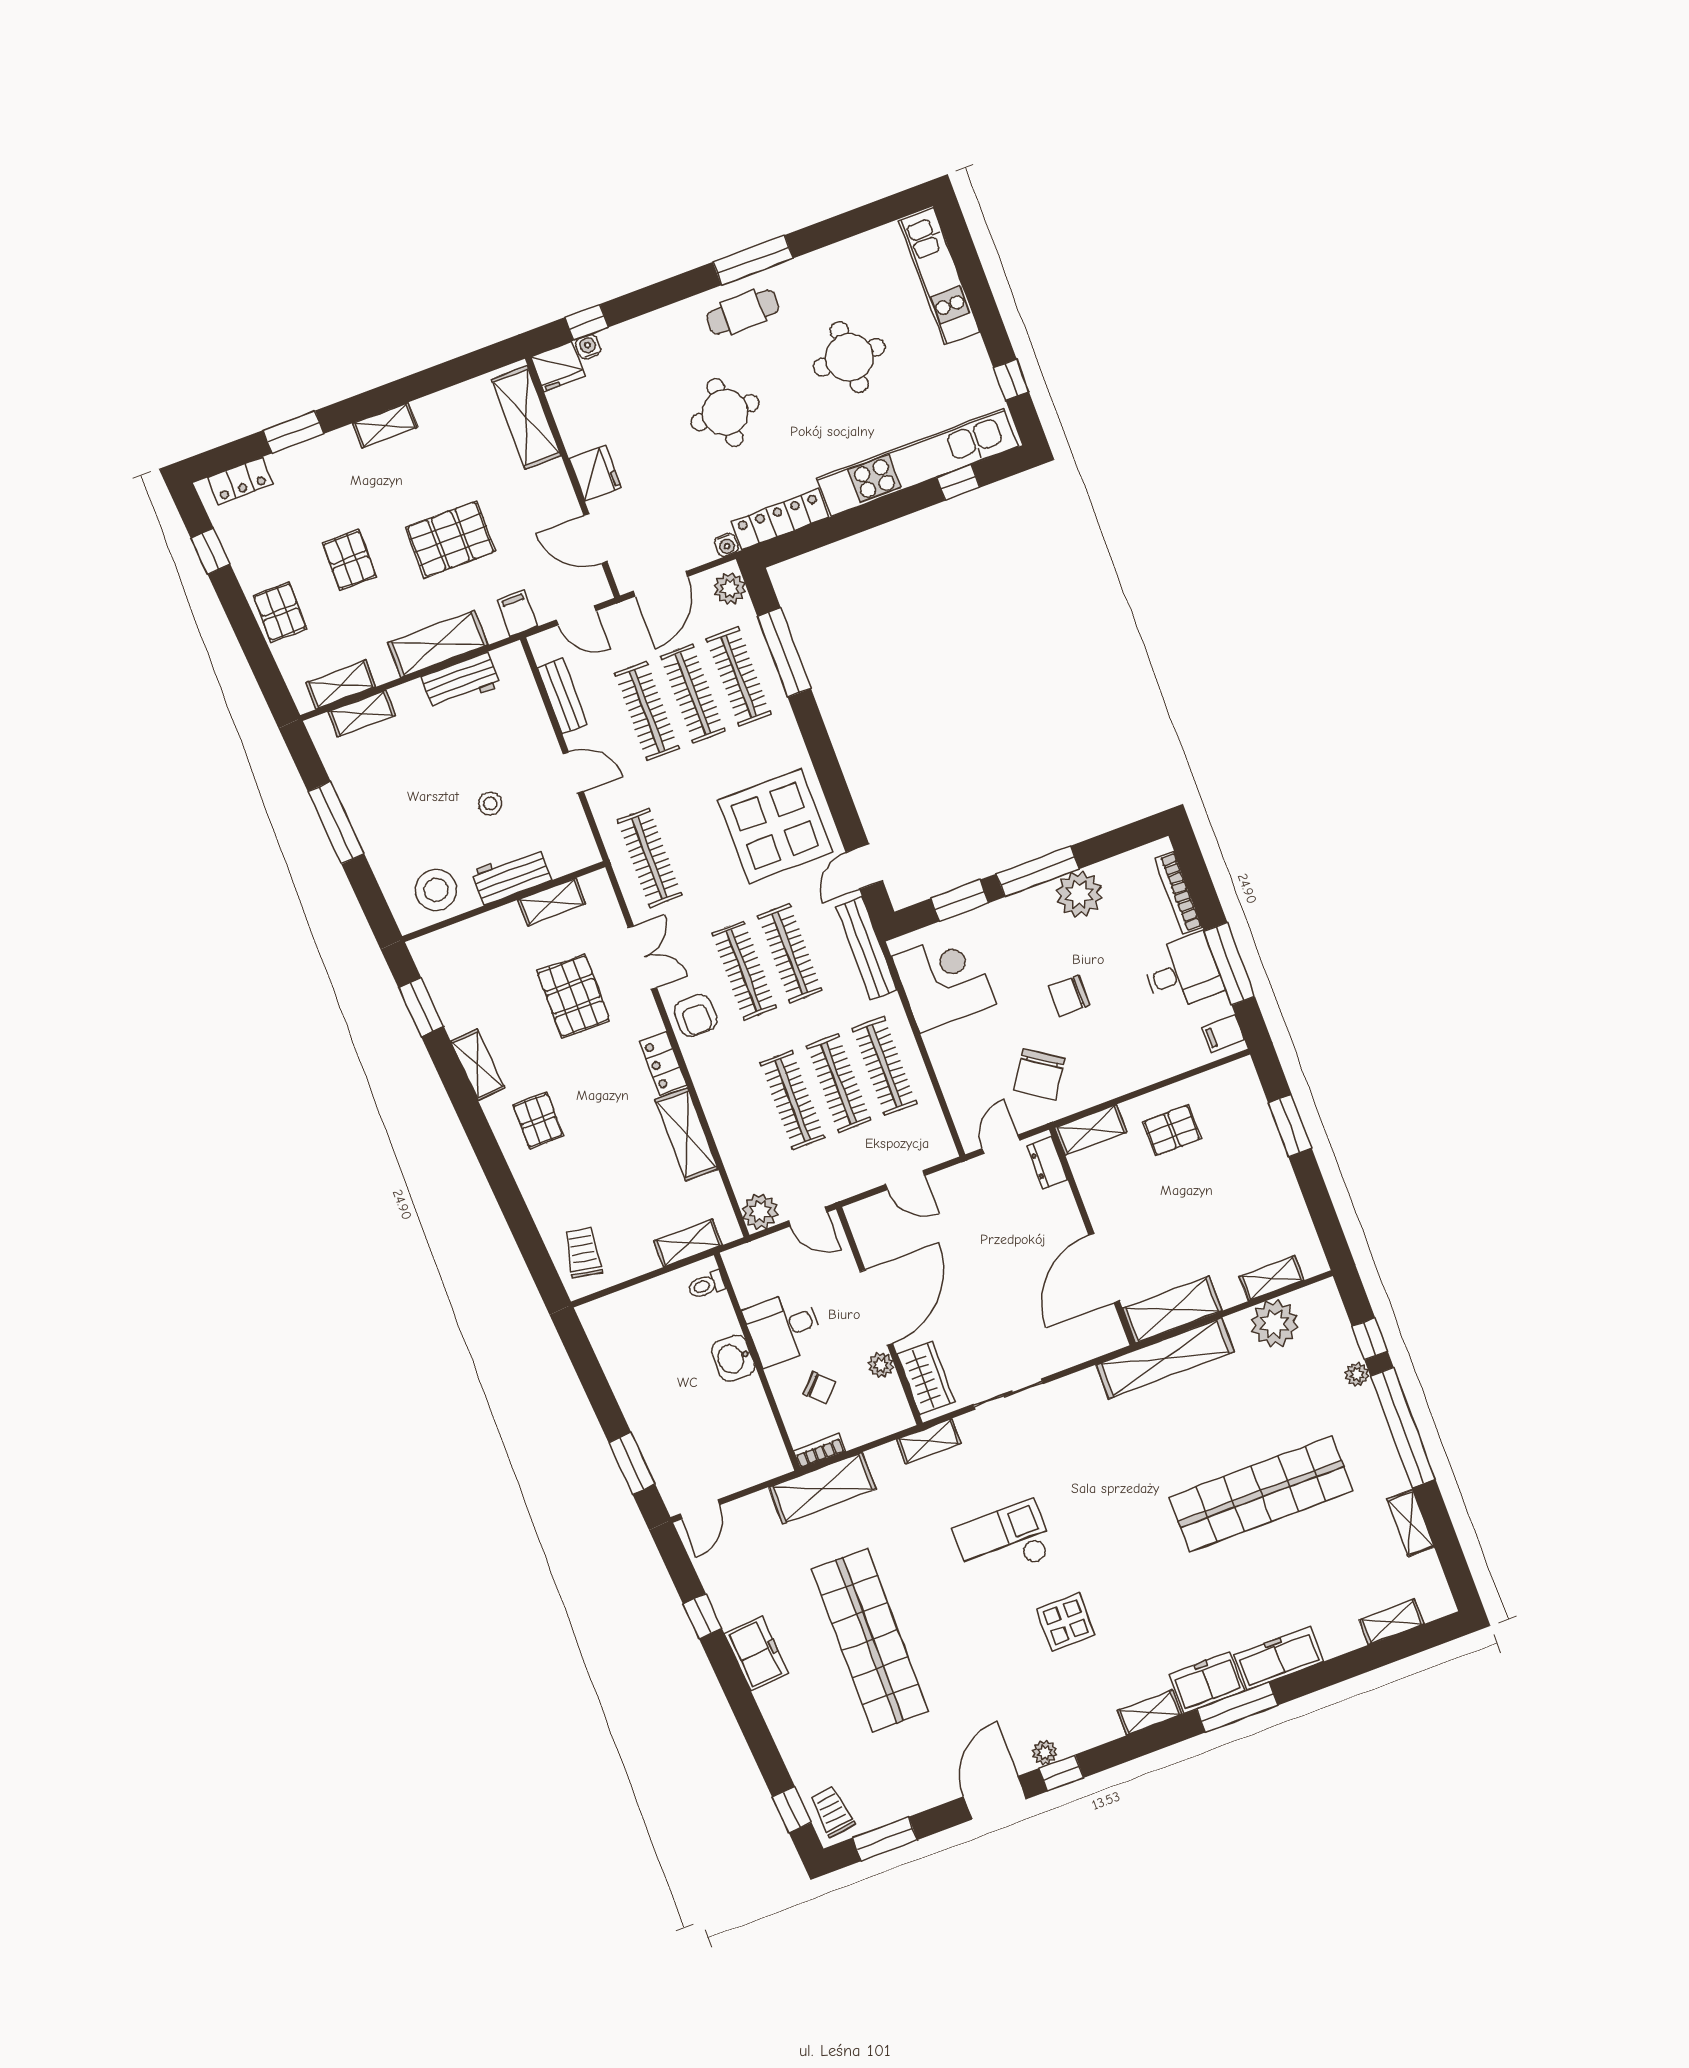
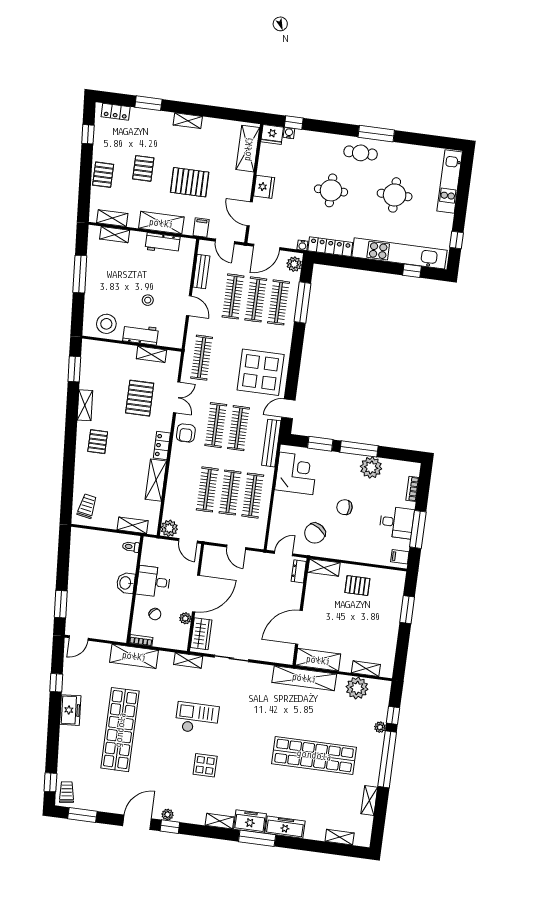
bookcase: (1179, 893) -> (412, 489), width x0.64

